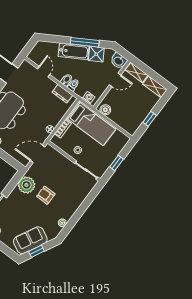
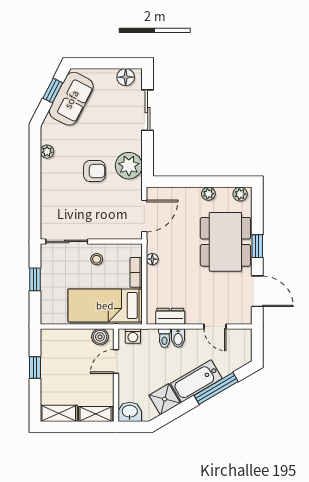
window: (85, 42) -> (216, 388), moved
door: (115, 80) -> (116, 361), moved

